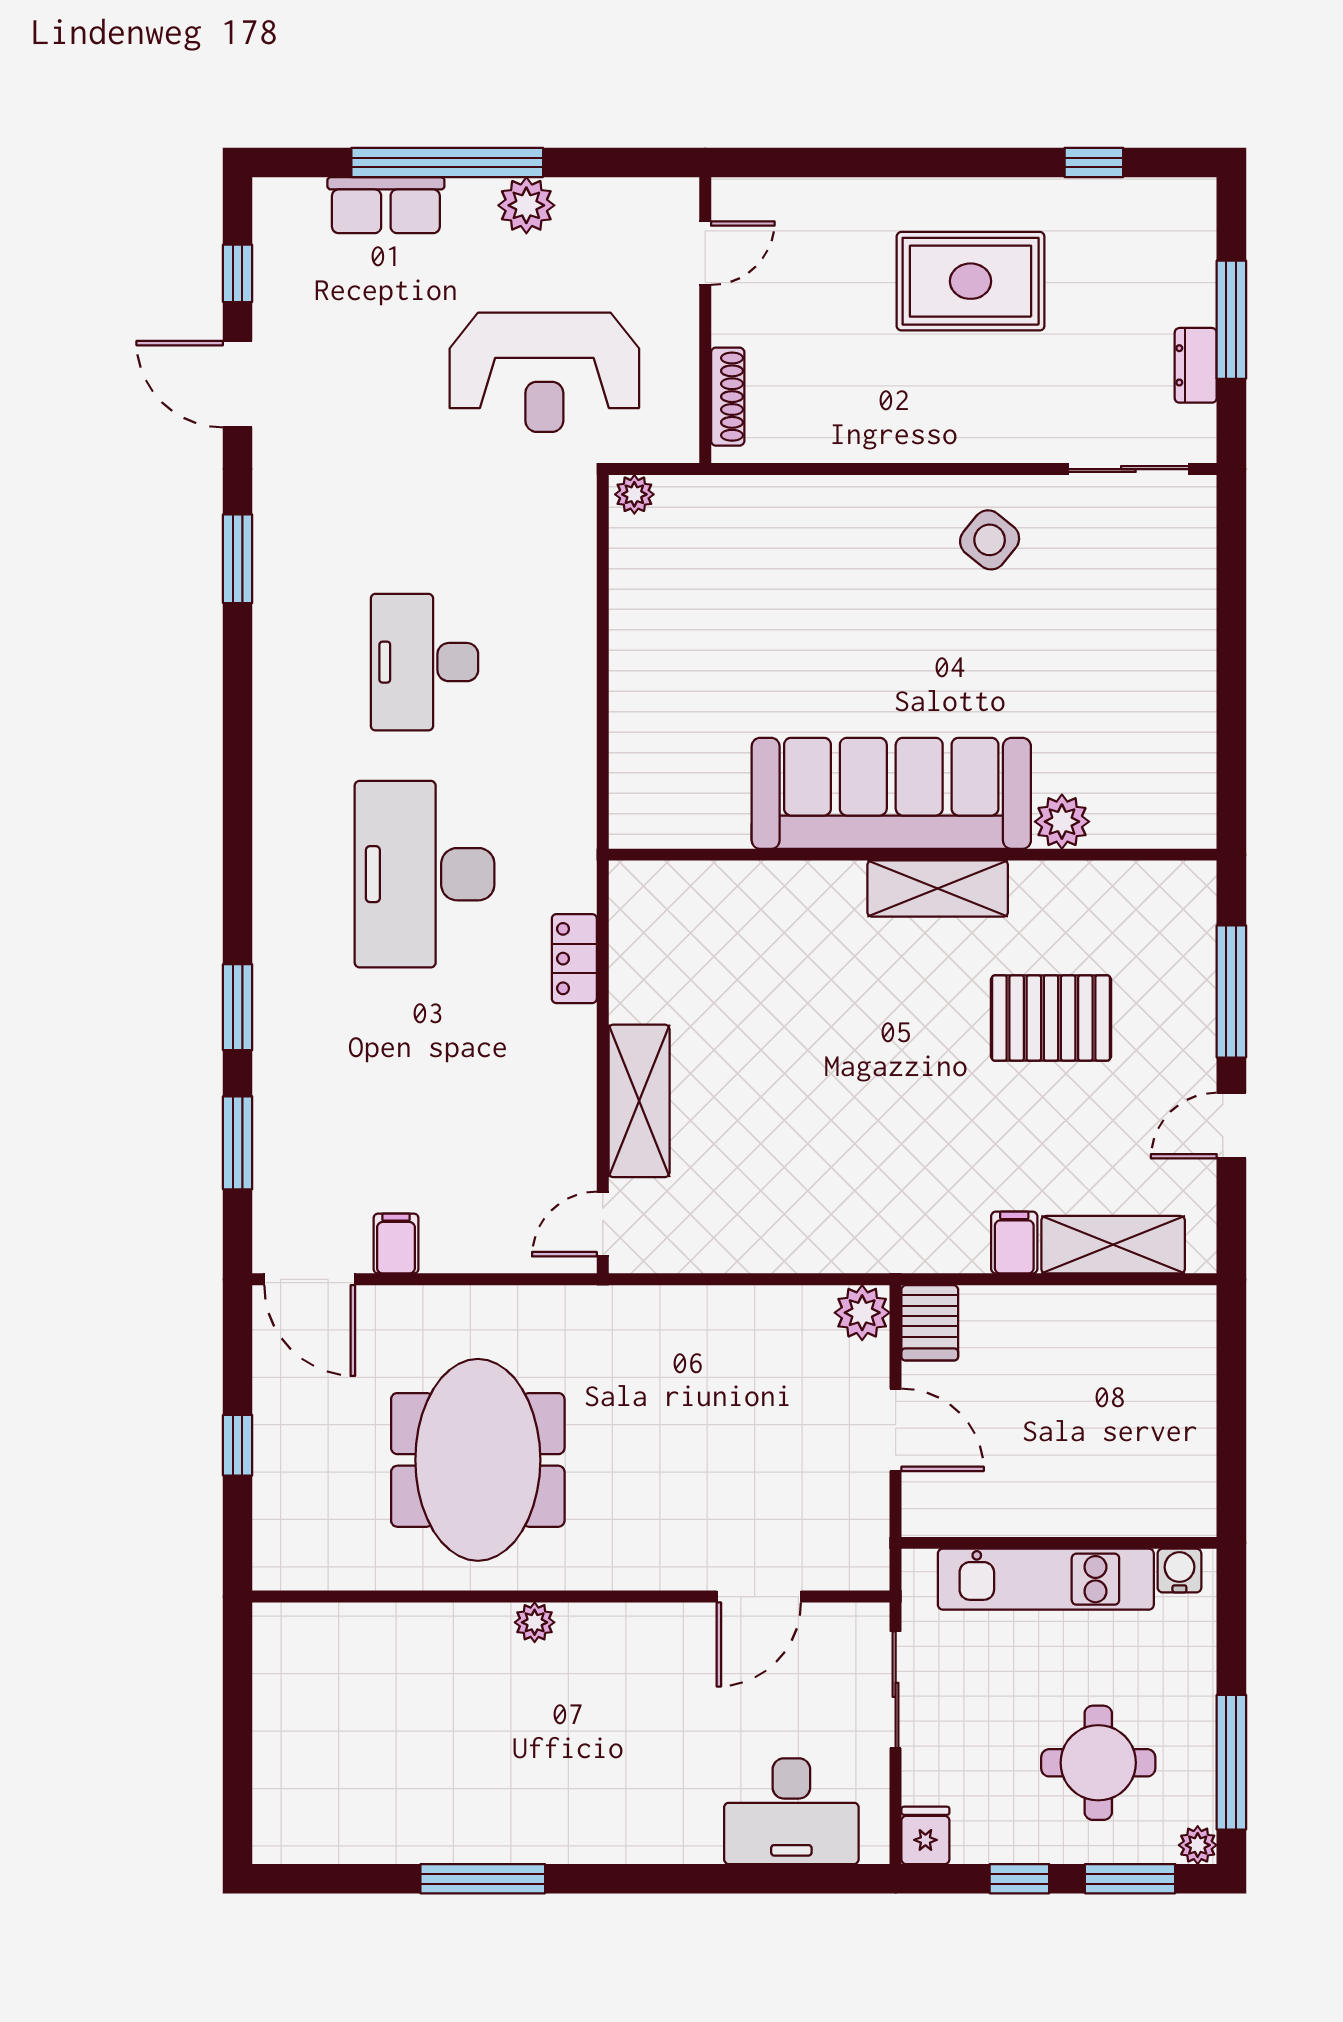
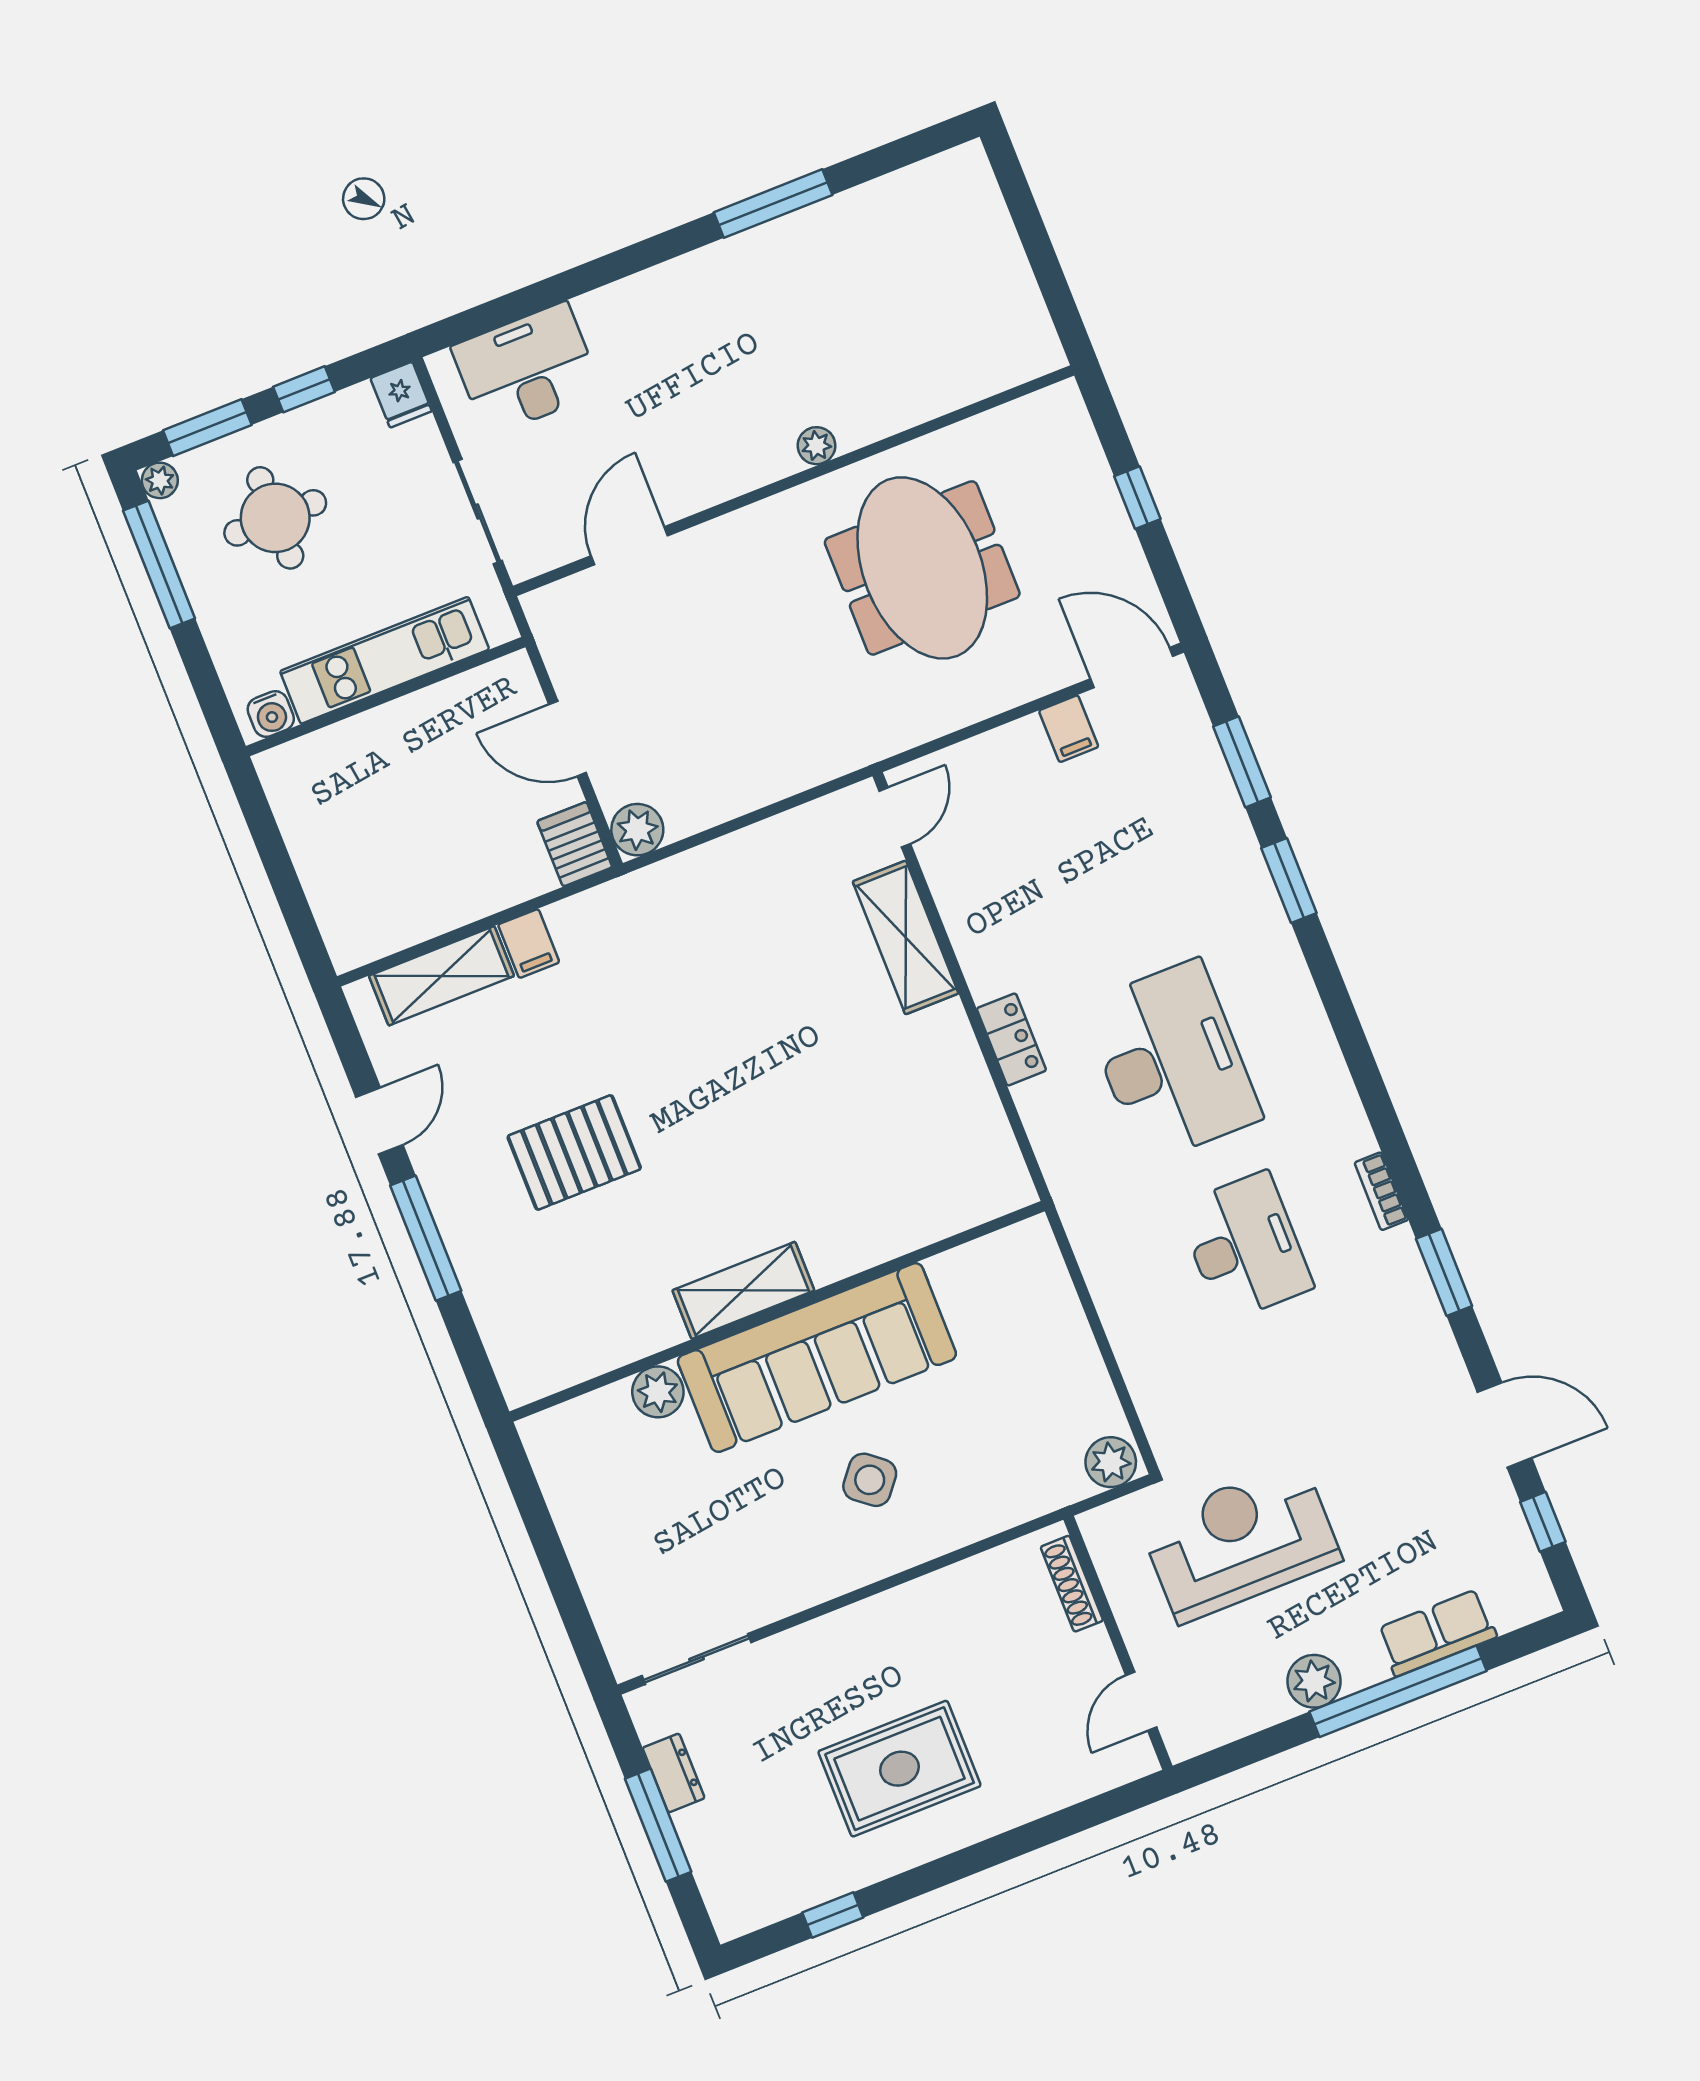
plant: (634, 494) -> (1111, 1462), width x1.38, depth x1.38
side table: (990, 540) -> (870, 1480), moved
bookcase: (268, 664) -> (1381, 1191), added
sofa: (891, 793) -> (817, 1358), moved
plant: (1062, 822) -> (658, 1392), moved
wall: (913, 855) -> (777, 1311), moved
shelving: (938, 889) -> (743, 1290), moved

